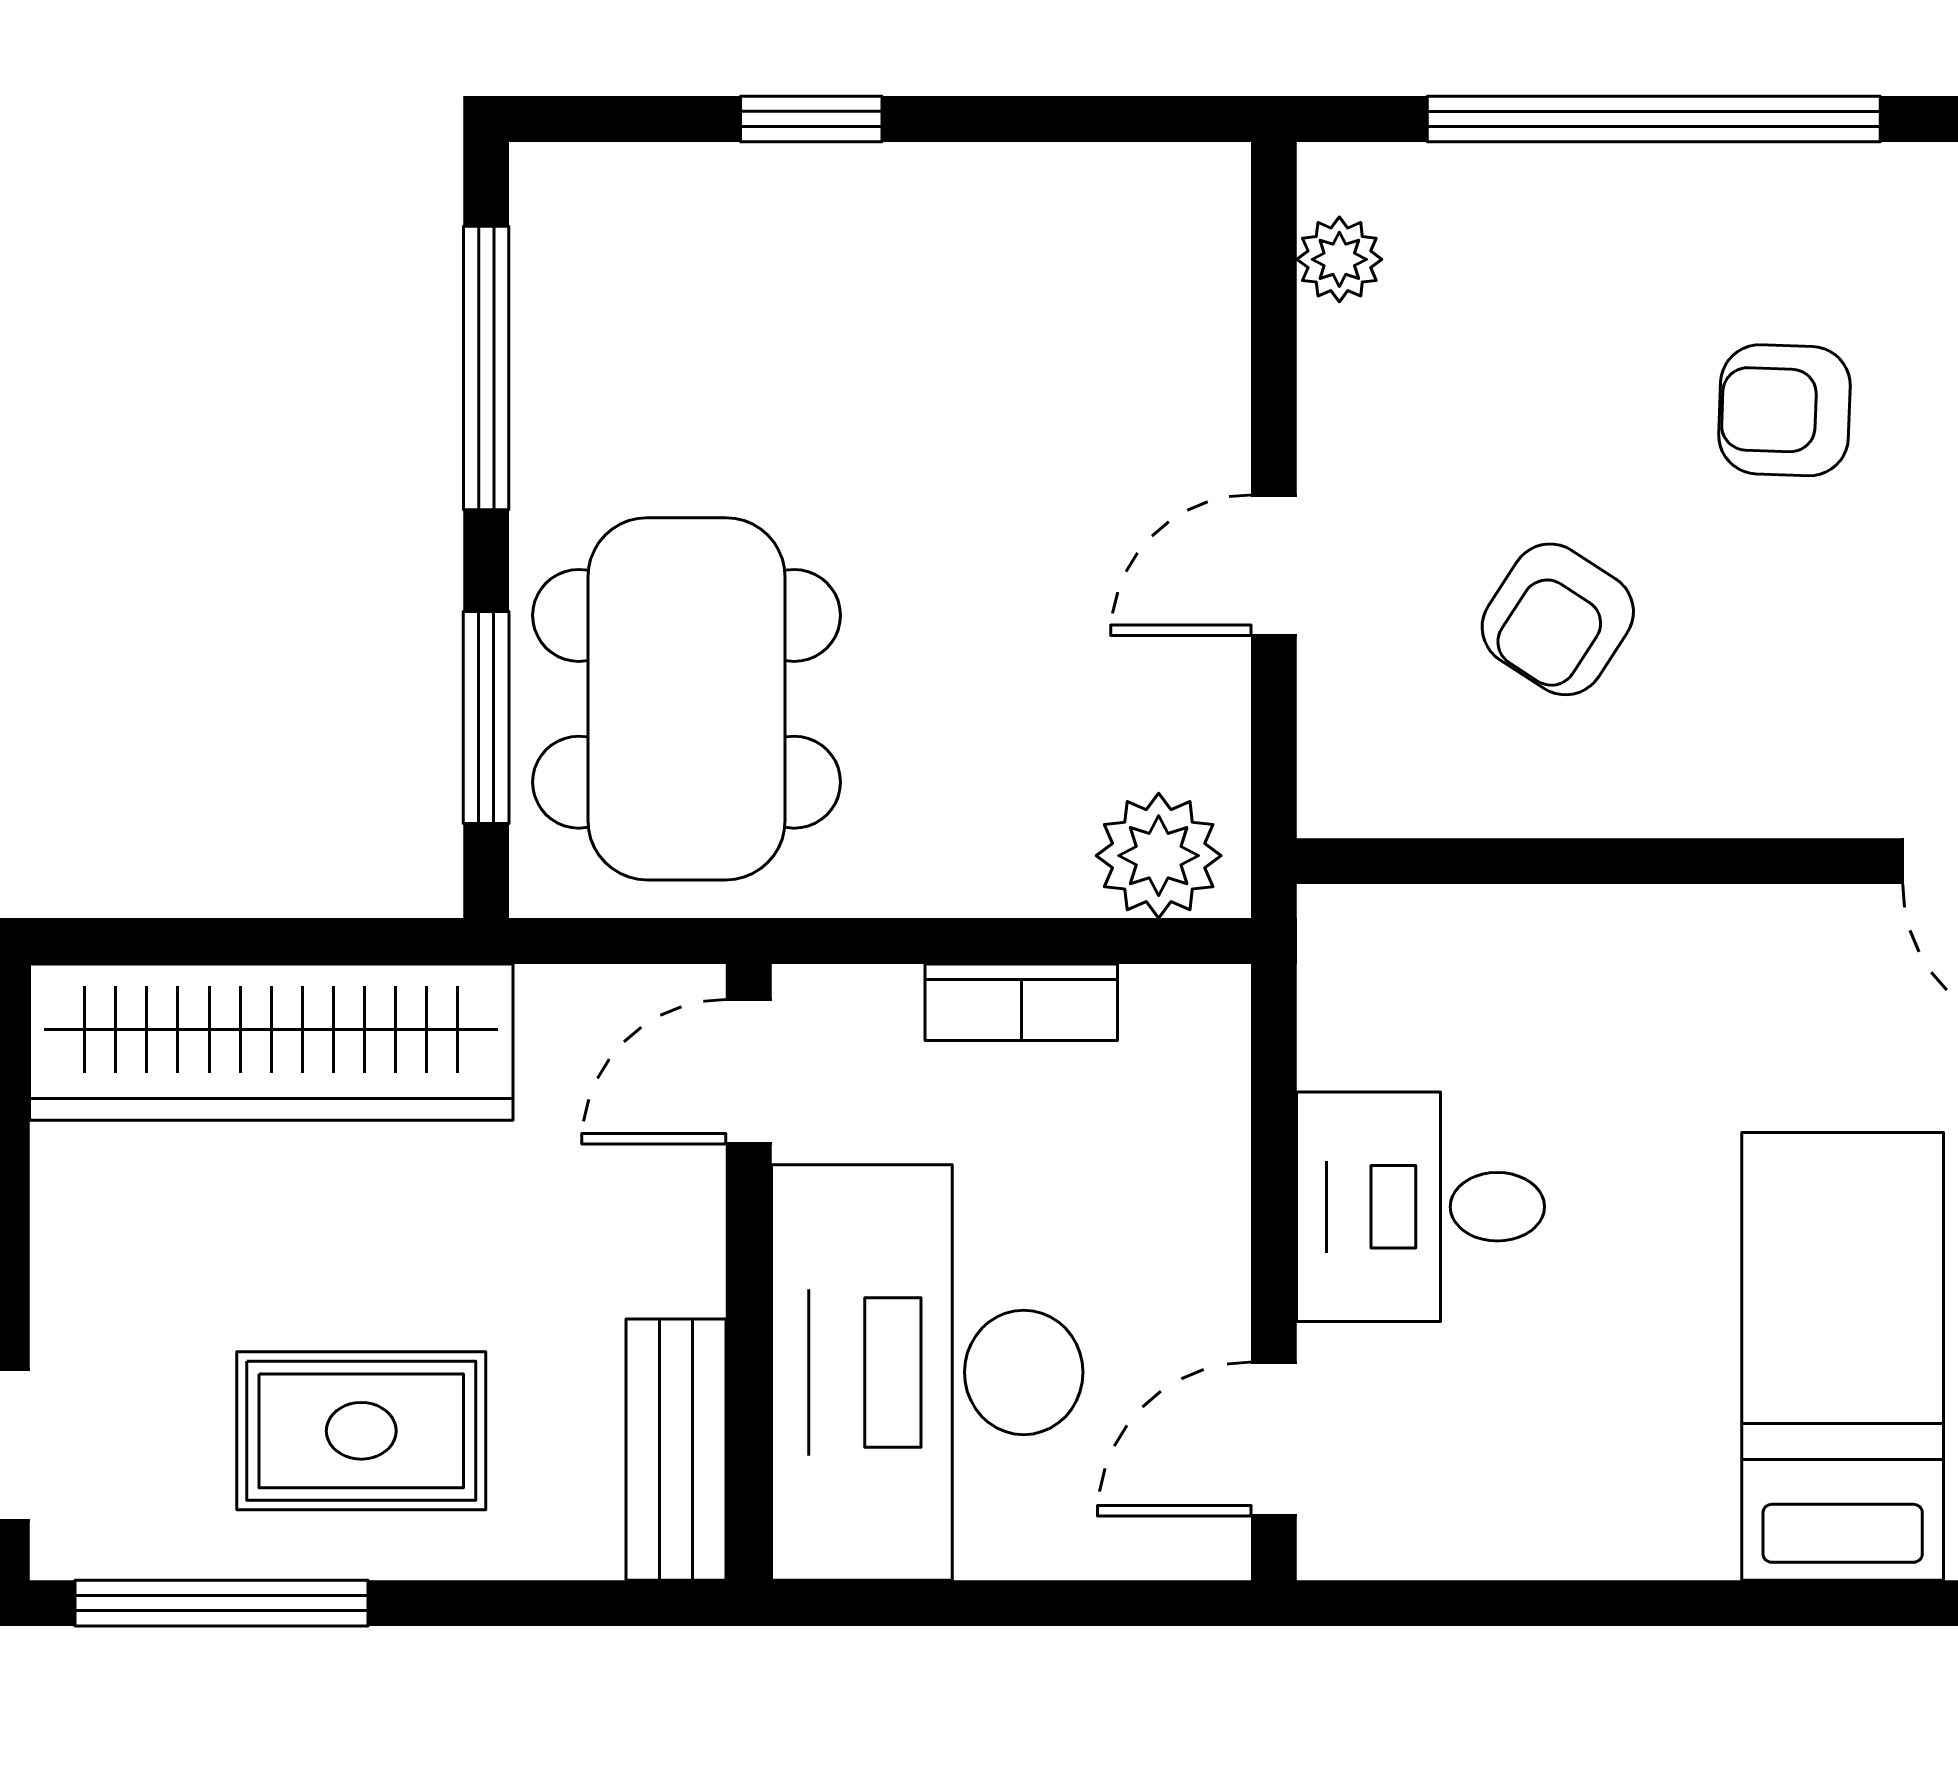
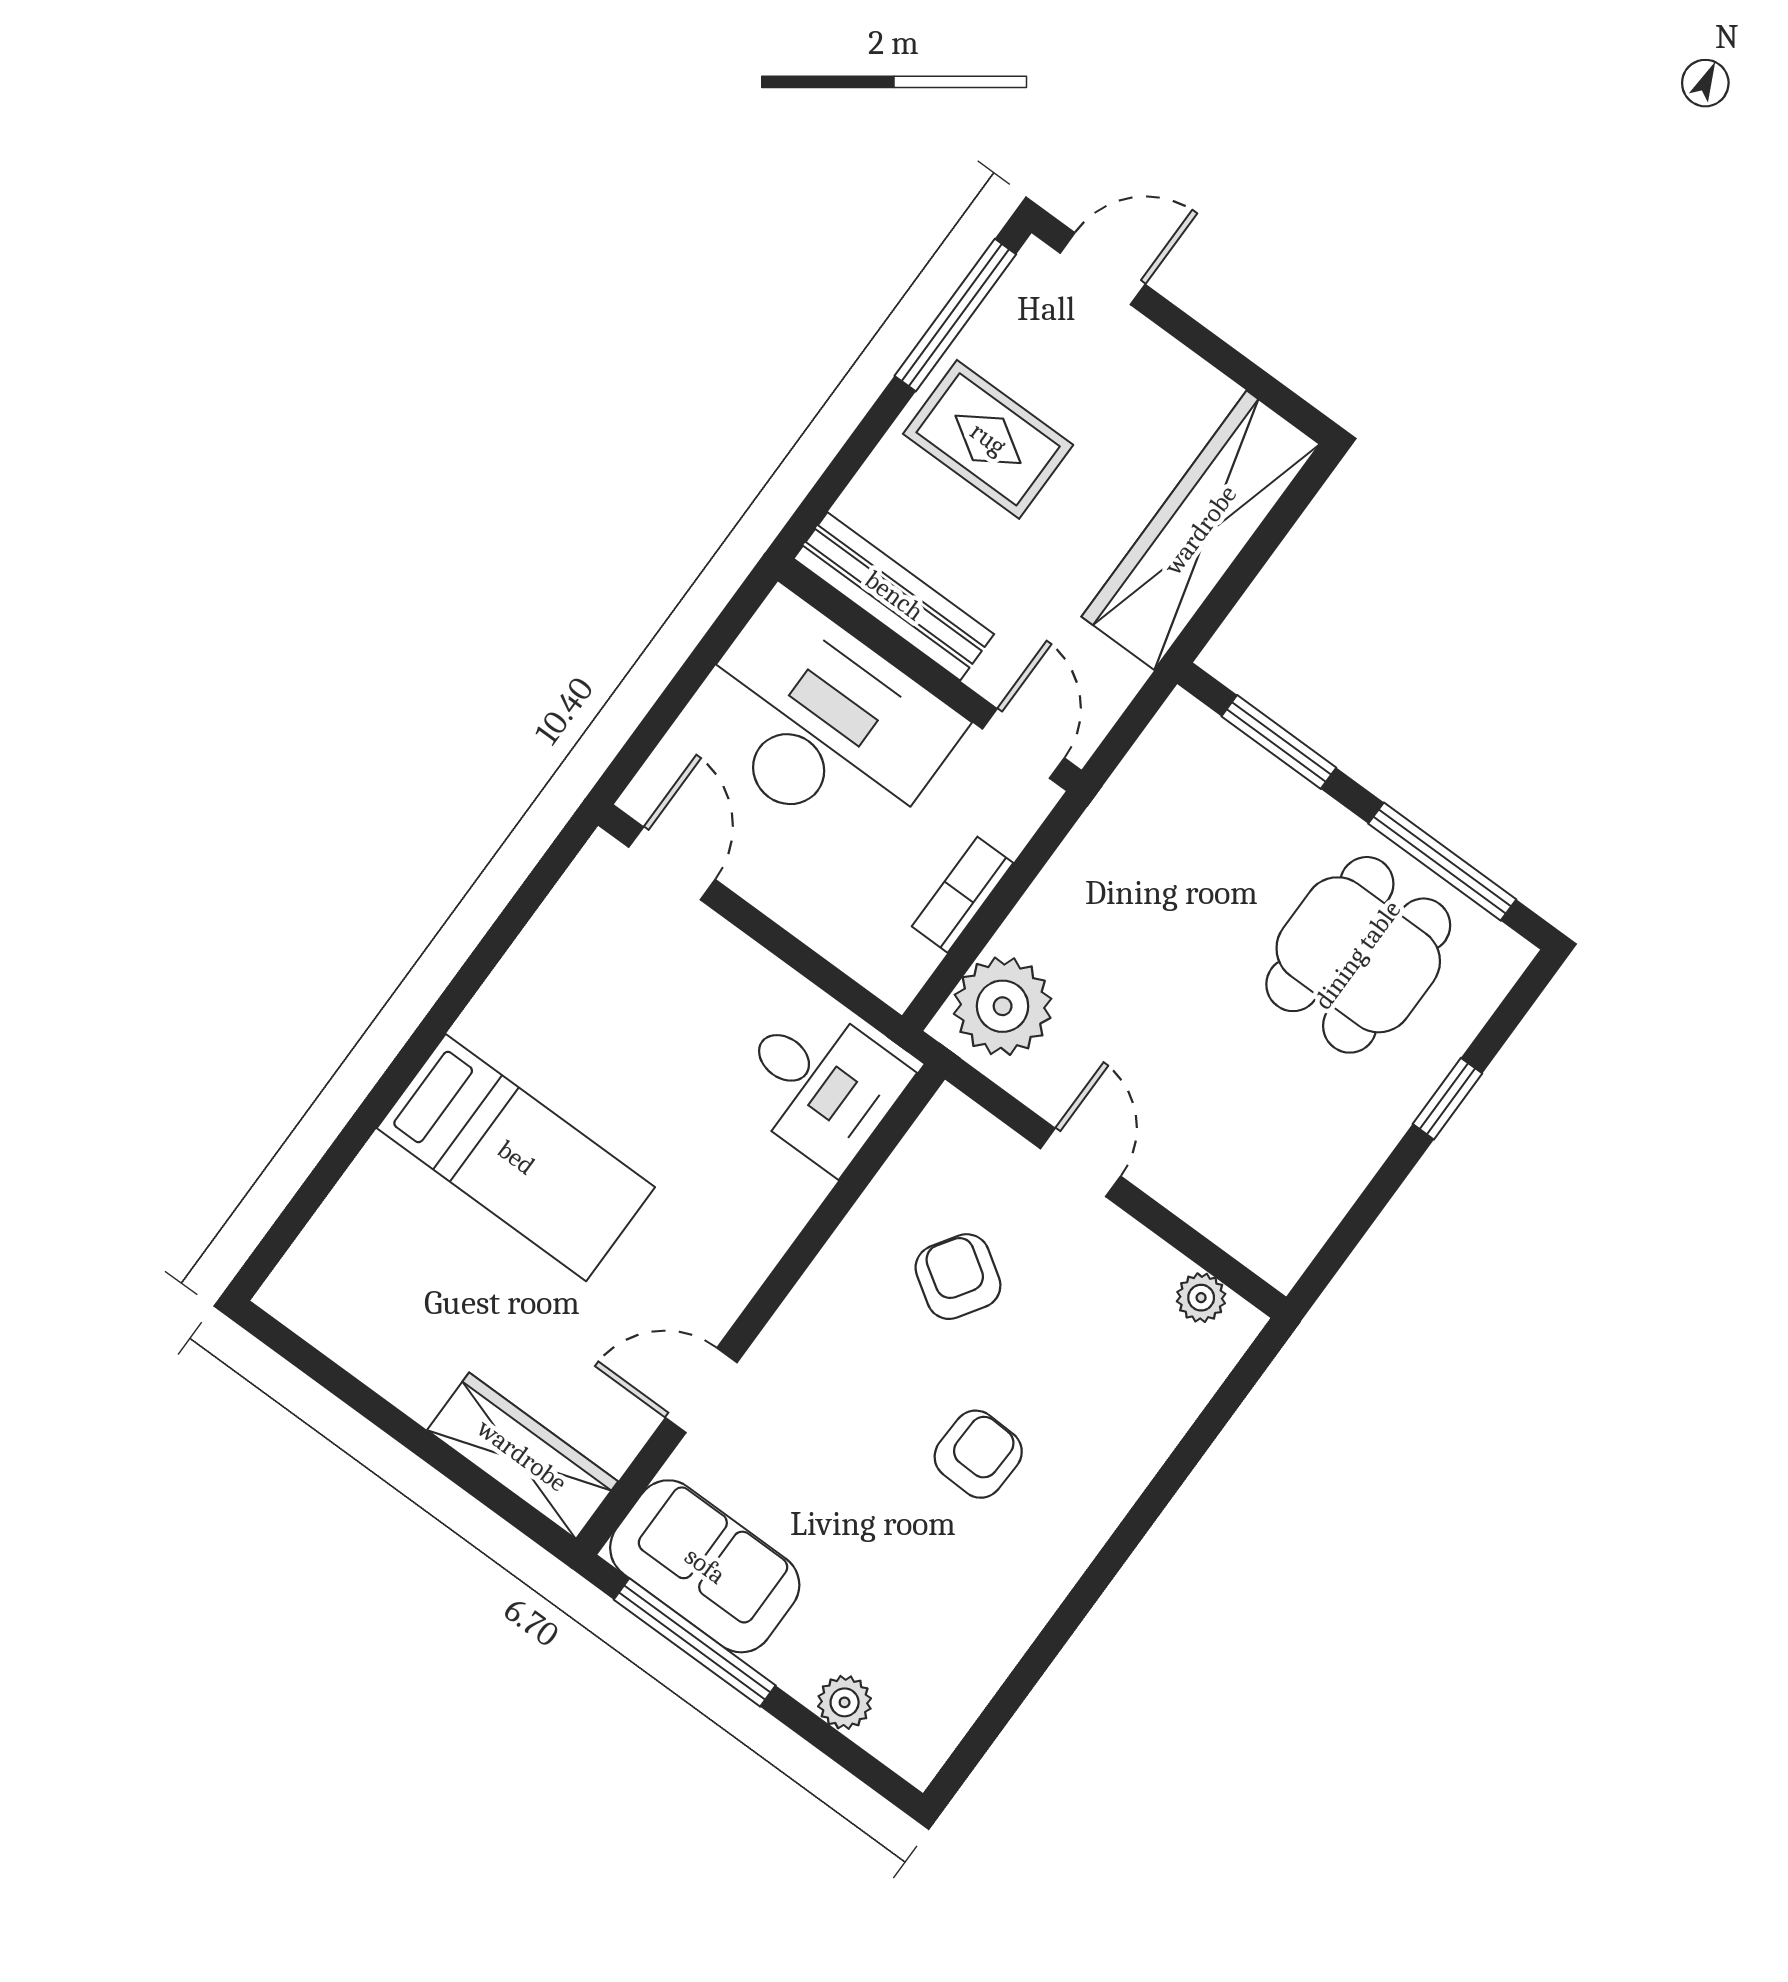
window: (1654, 119) -> (1159, 1493), removed
dining table: (687, 699) -> (1358, 955), moved, width x0.73
plant: (1159, 856) -> (1003, 1006), width x1.36, depth x1.36
desk: (1421, 1207) -> (820, 1084), moved, turned 90
rug: (361, 1431) -> (988, 439), turned 90
bench: (676, 1450) -> (894, 596), width x1.36

